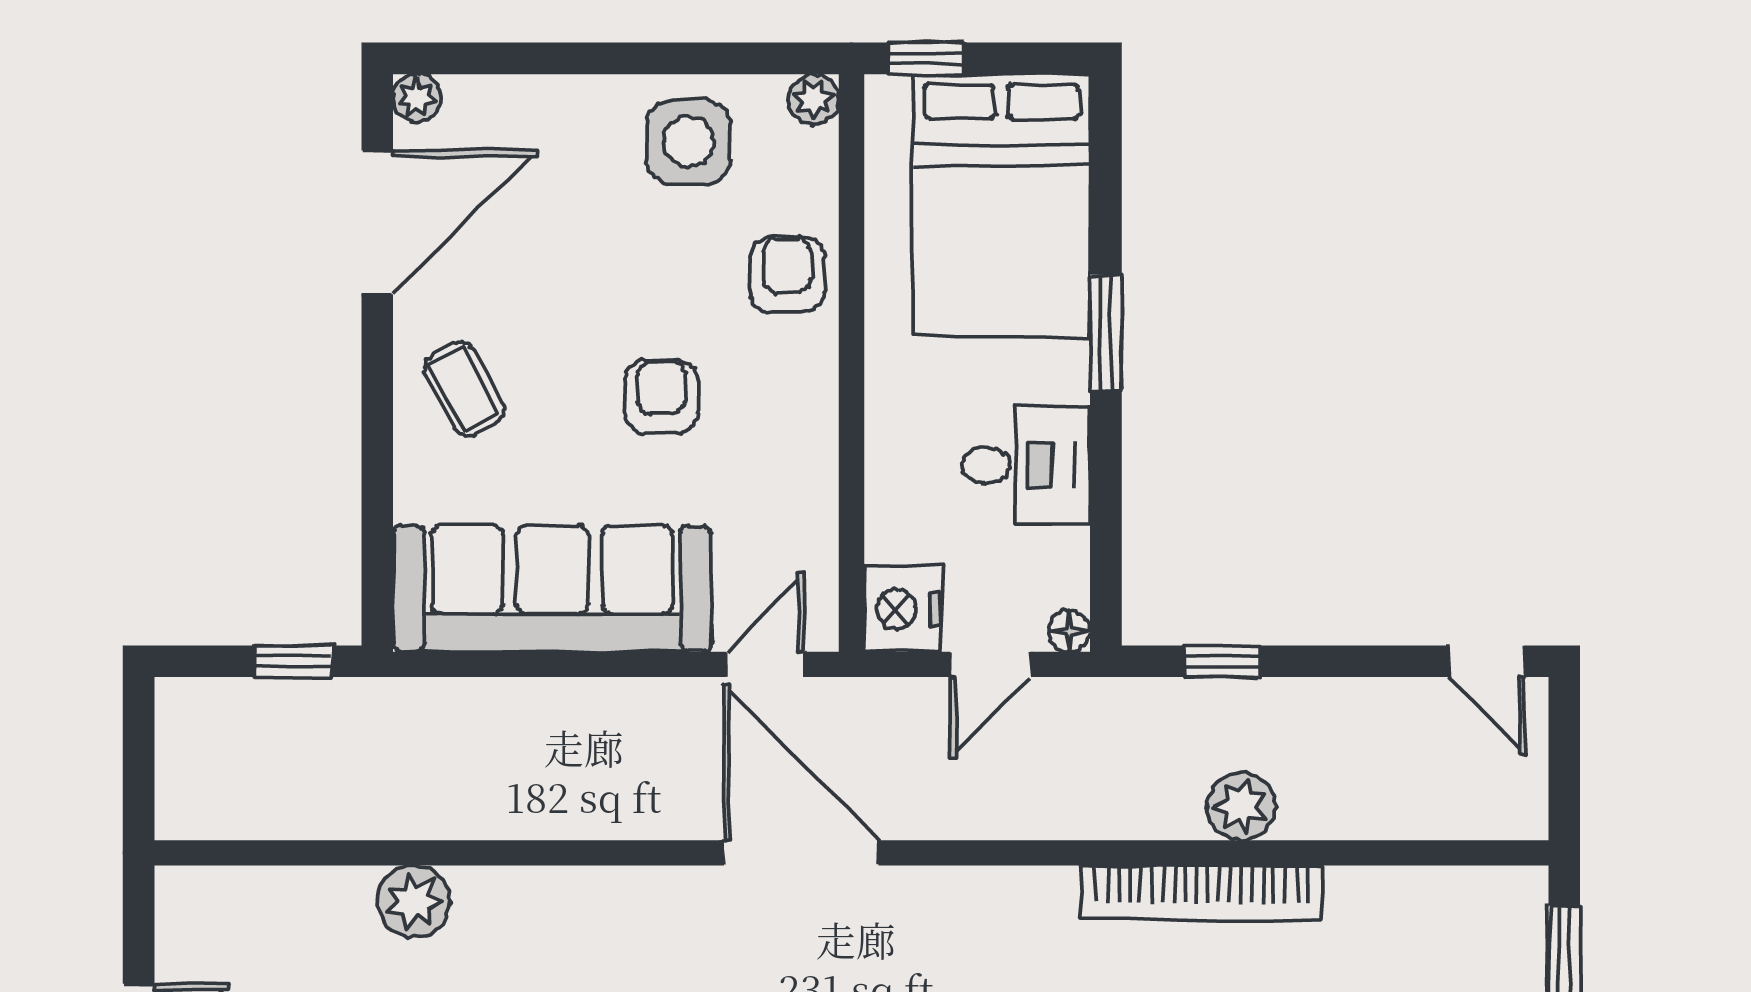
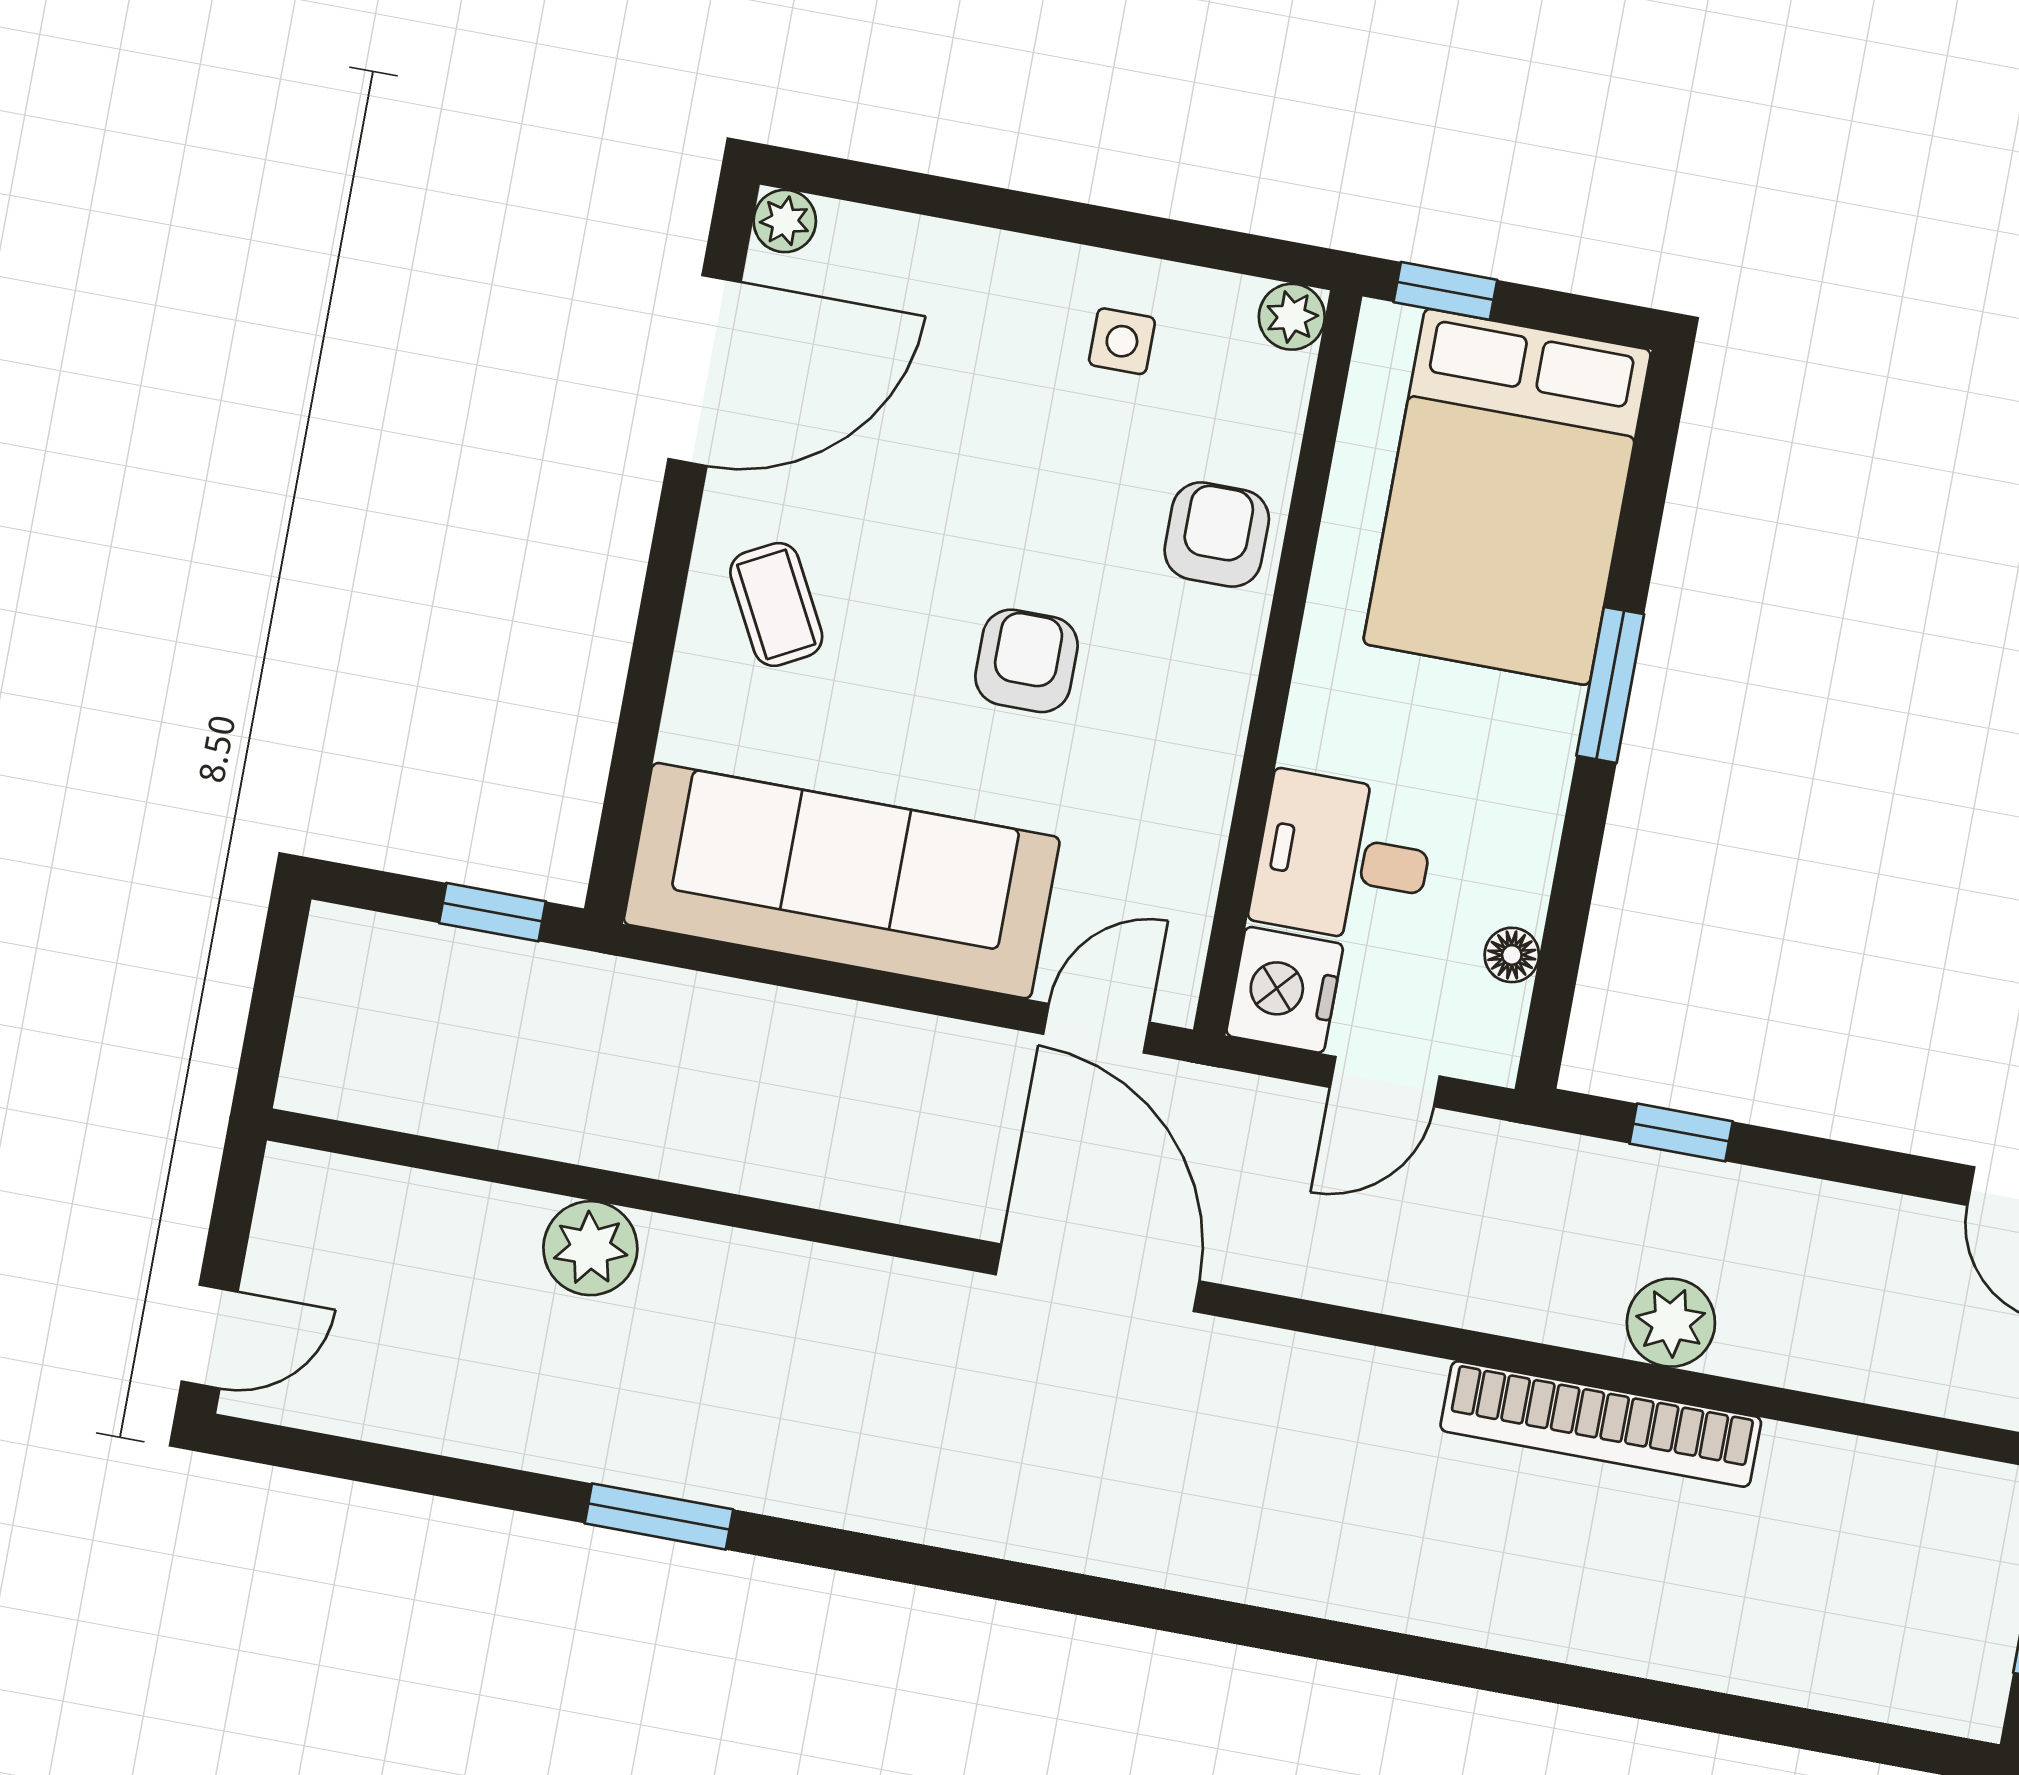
side table: (689, 142) -> (1122, 341), width x0.54, depth x0.54
desk: (1026, 465) -> (1343, 858), moved, turned 180
floor lamp: (1069, 631) -> (1512, 955), moved

